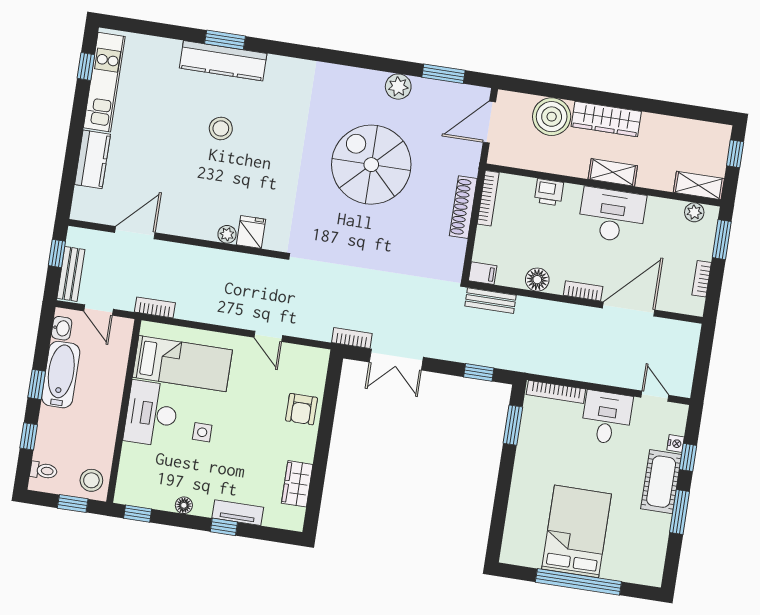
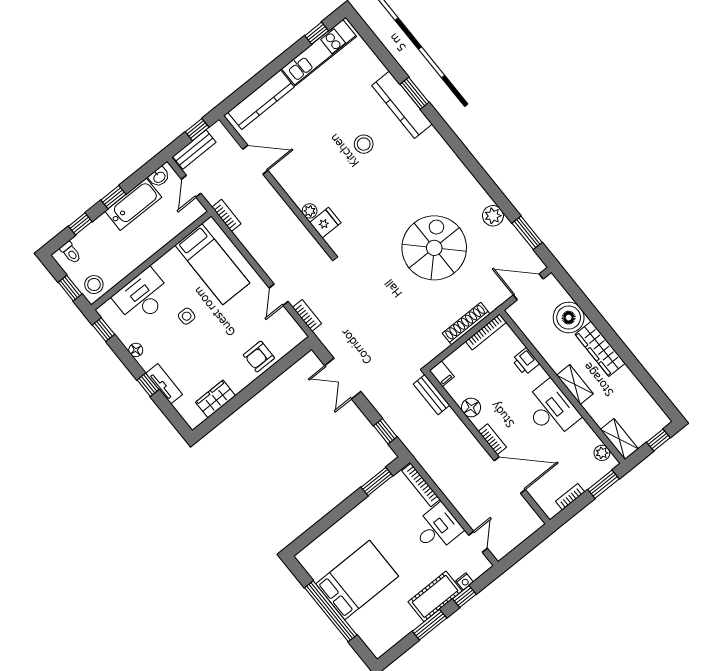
kitchen counter: (92, 159) -> (261, 100), width x1.50
bookcase: (352, 338) -> (307, 315), moved
desk: (152, 414) -> (143, 297), moved

